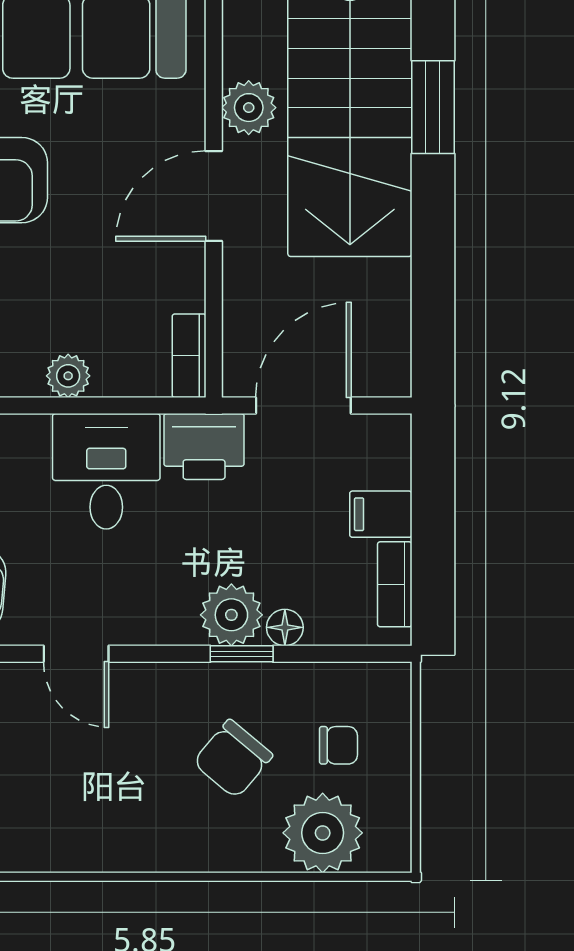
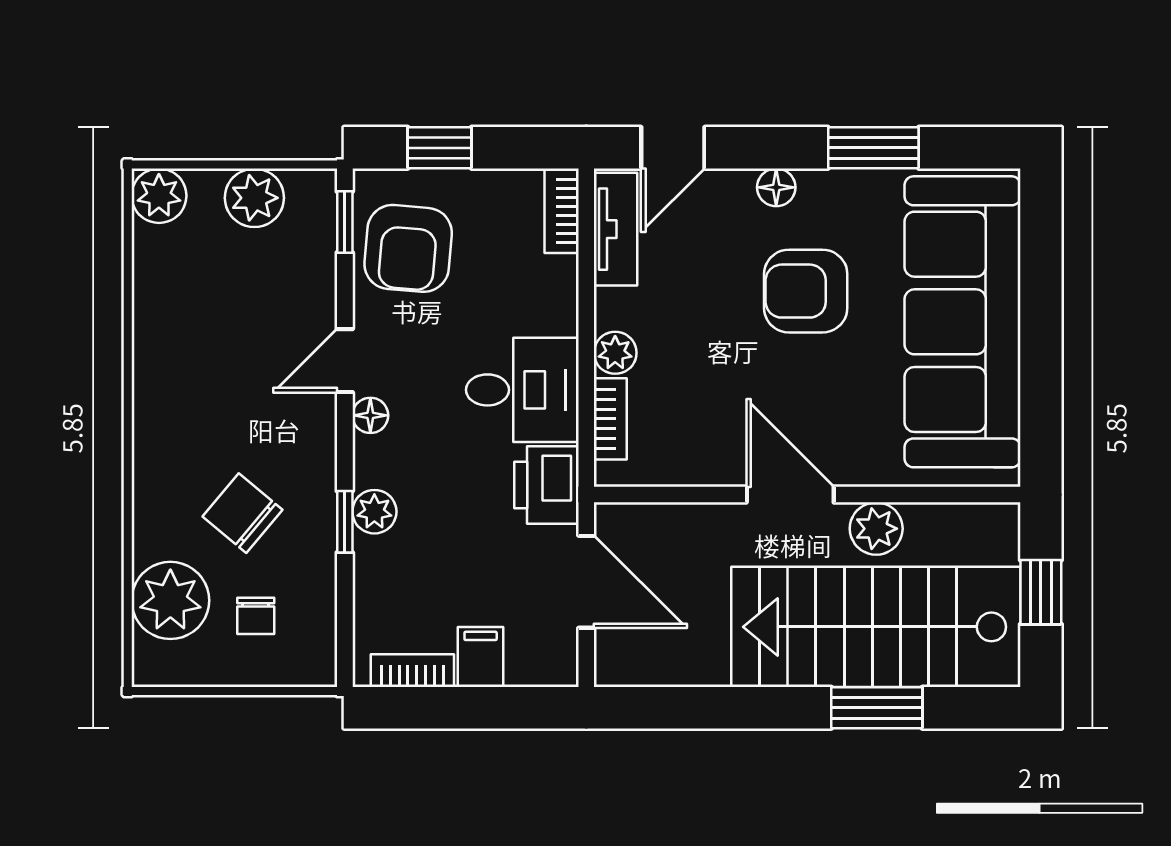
bookcase: (189, 356) -> (610, 419), moved, turned 90
plant: (231, 615) -> (374, 512), width x0.73, depth x0.73
floor lamp: (285, 627) -> (370, 415), moved

